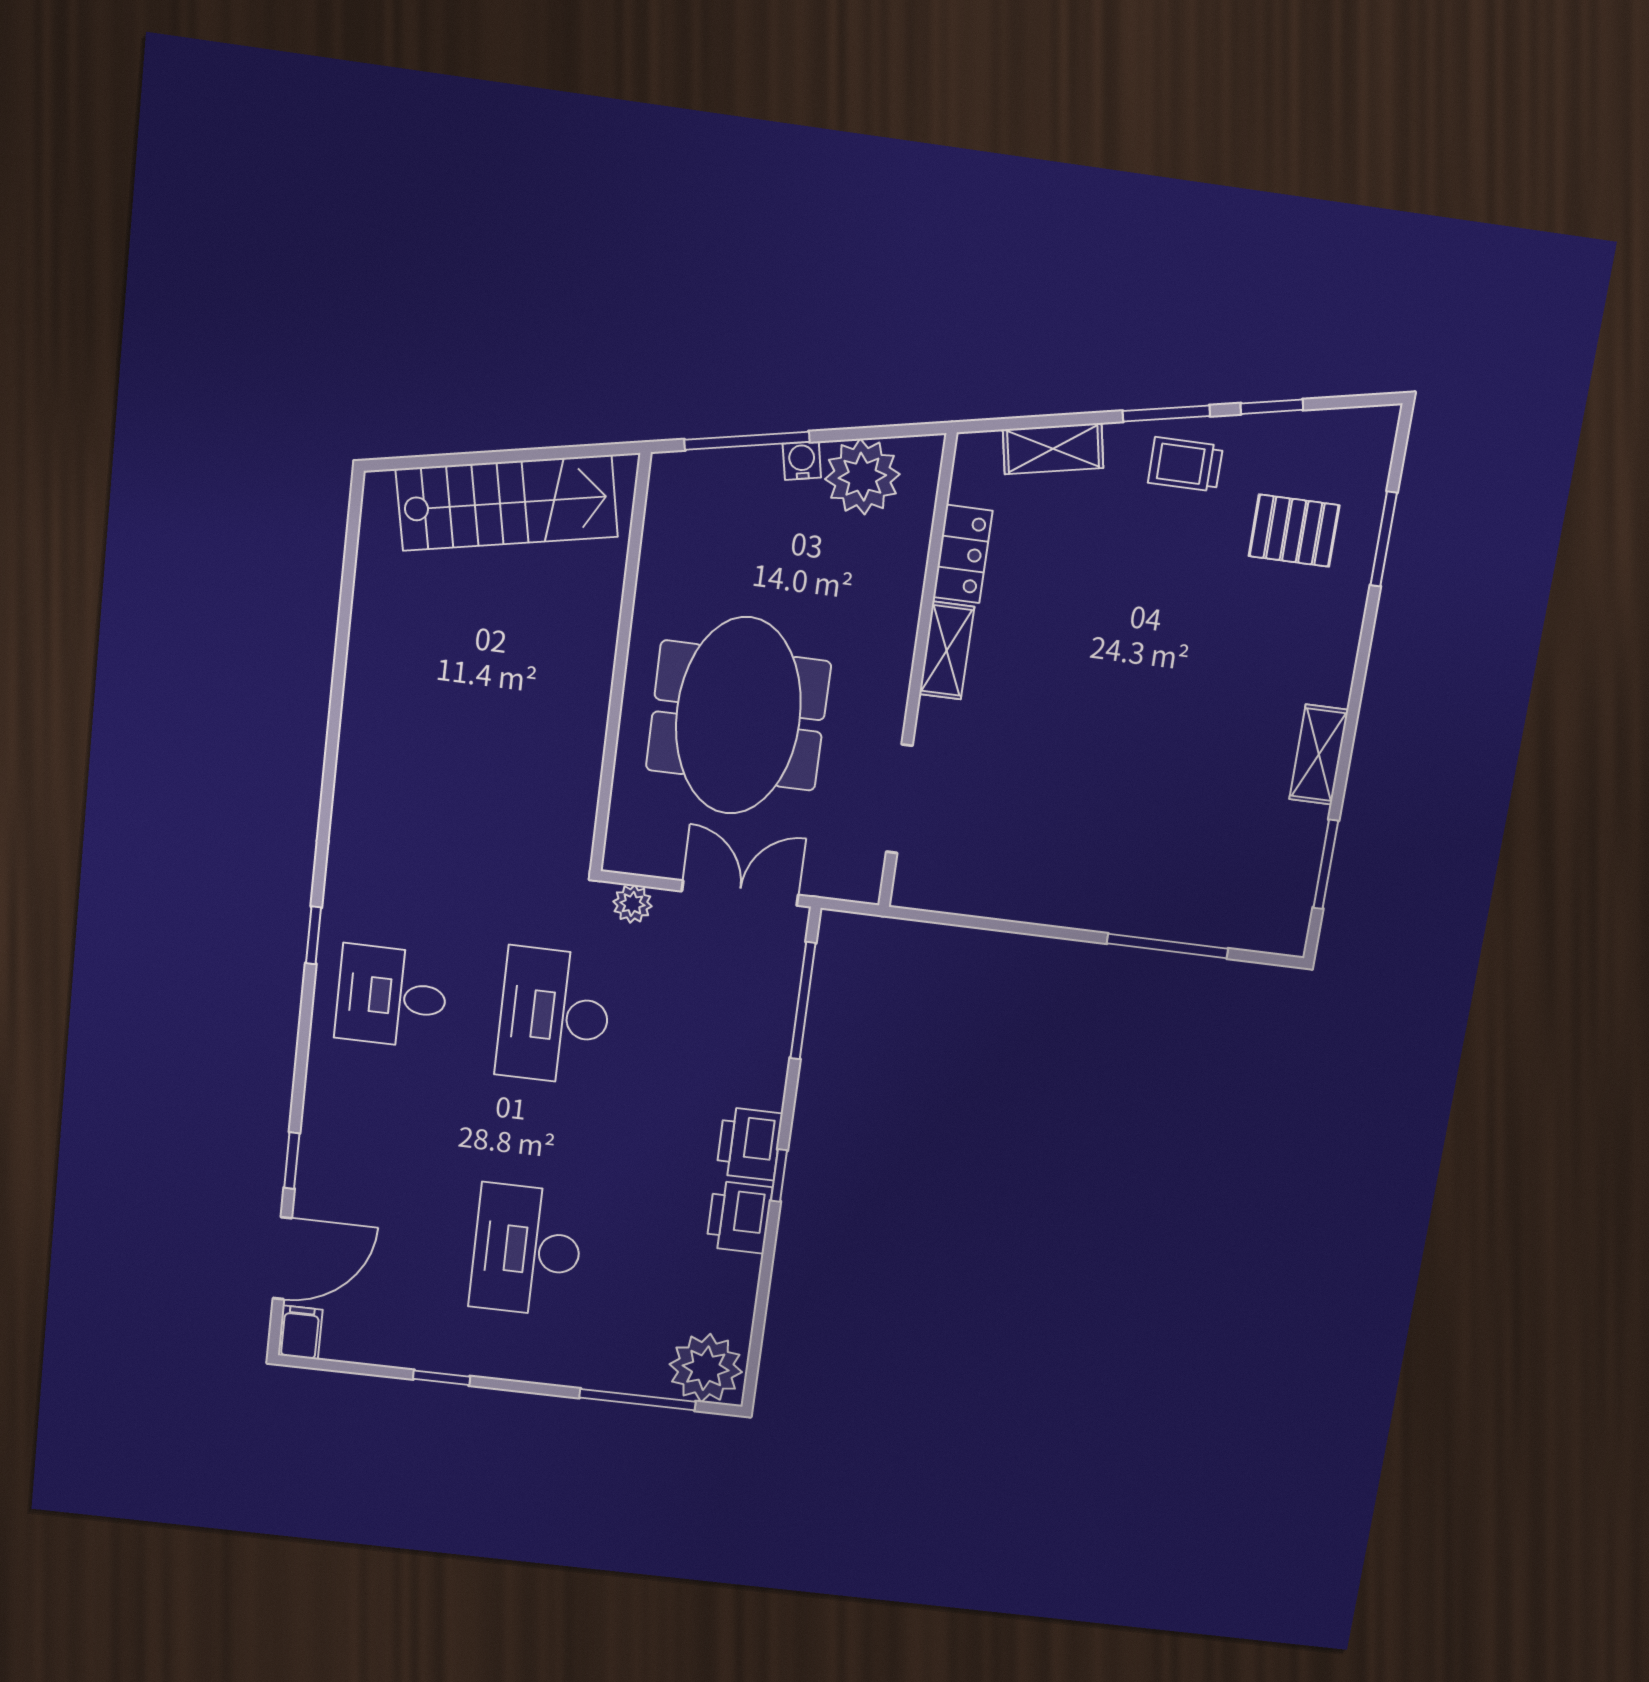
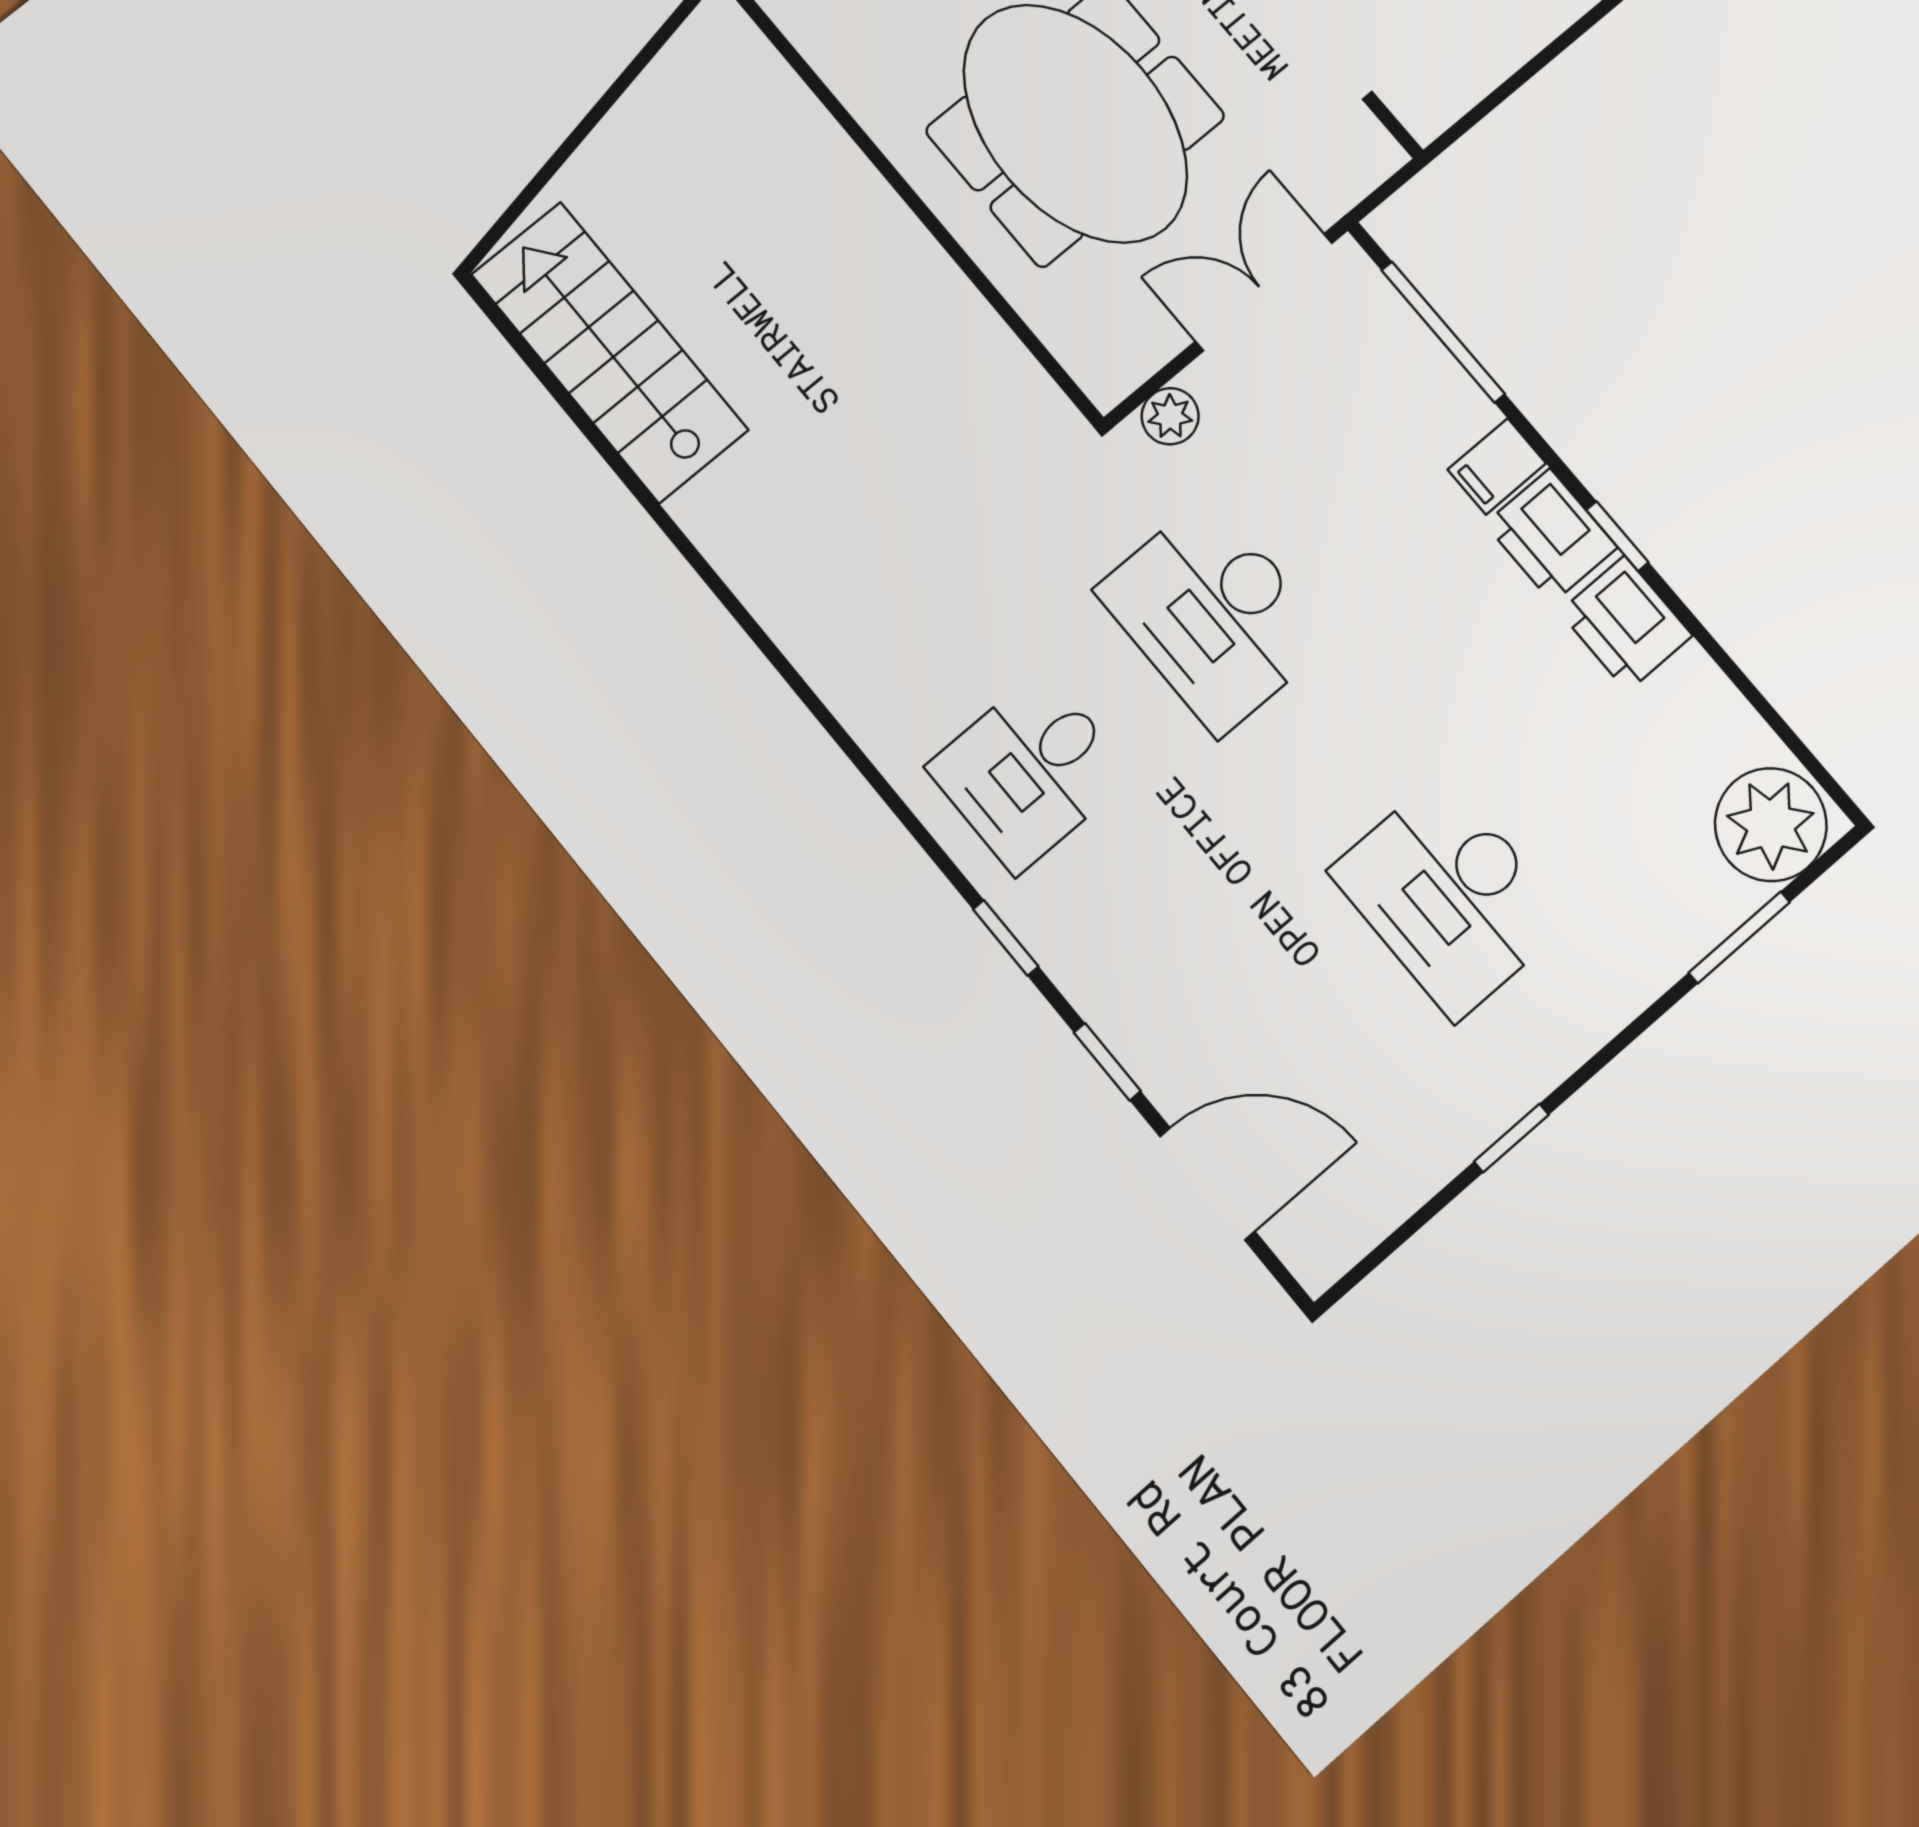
stairs: (507, 503) -> (609, 352), moved, turned -79
window: (314, 935) -> (1006, 938), moved
door: (282, 1258) -> (1207, 1184), hinge flipped
filing cabinet: (300, 1332) -> (1497, 466), moved, turned -90
window: (638, 1400) -> (1739, 937), width x0.69

